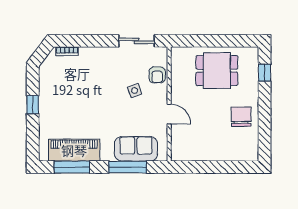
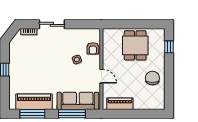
sliding door: (137, 41) -> (52, 24), moved
dining table: (217, 71) -> (135, 45), turned 90
sofa: (136, 149) -> (78, 101), width x1.36
piano: (195, 153) -> (120, 104), added

